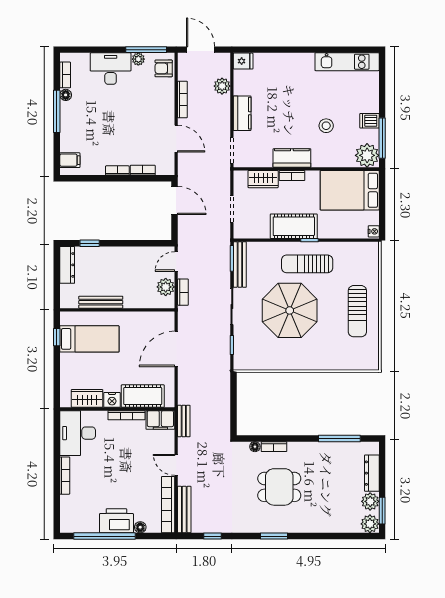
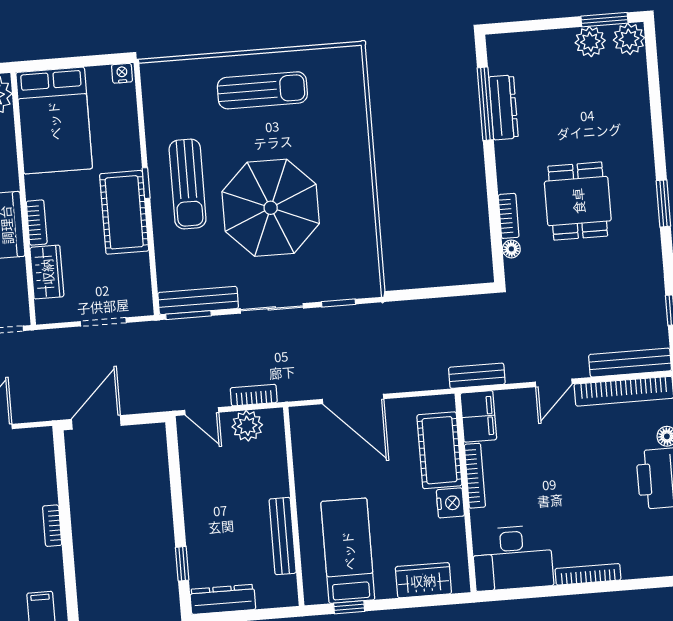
bookcase: (143, 170) -> (48, 482), removed
wardrobe: (87, 398) -> (423, 580), moved, turned 90
dresser: (372, 473) -> (504, 107), moved, turned -90

